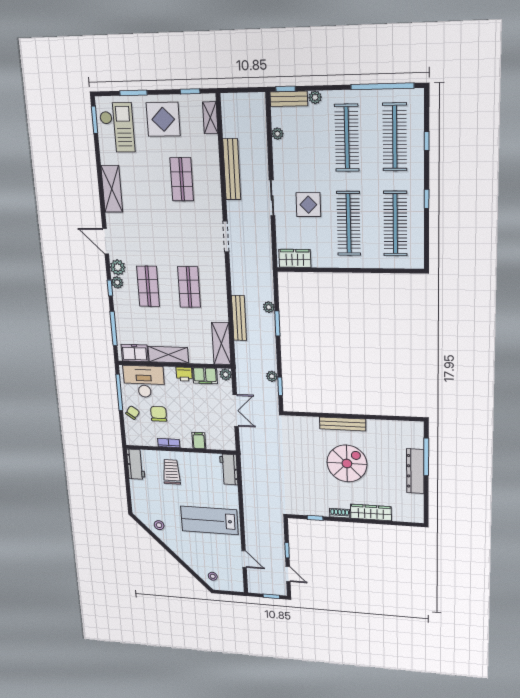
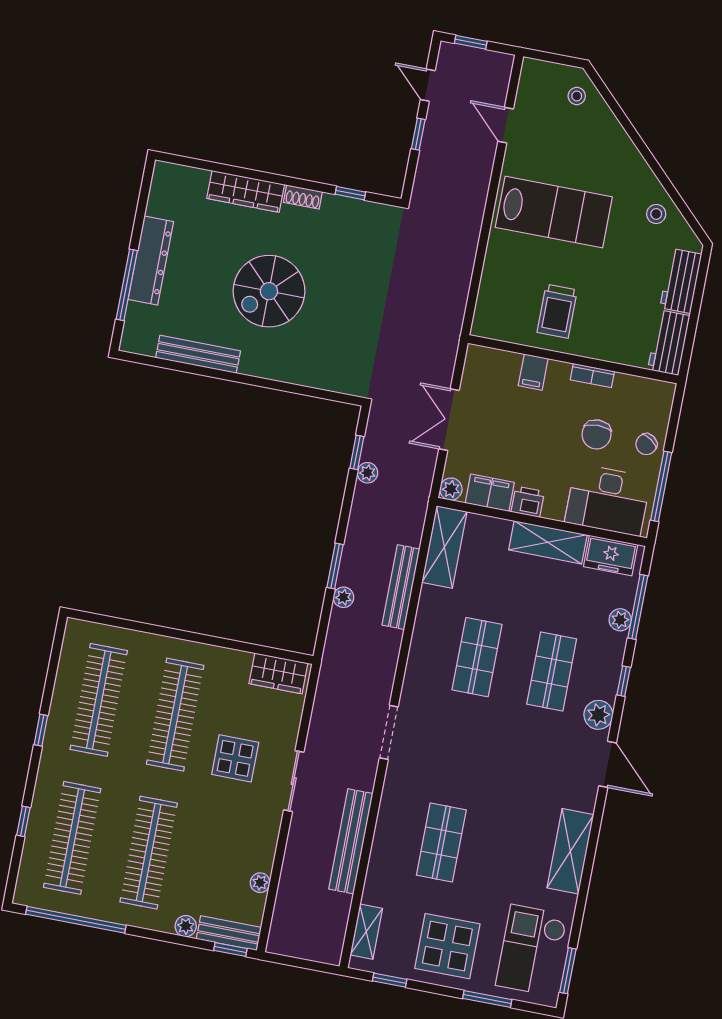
plant: (117, 282) -> (620, 620), moved
bench: (343, 424) -> (198, 354), moved
workbench: (229, 469) -> (681, 281), moved, turned 180
trolley: (171, 472) -> (557, 311), moved

